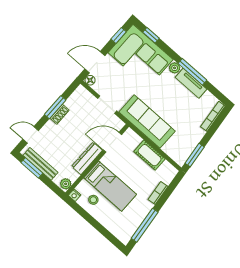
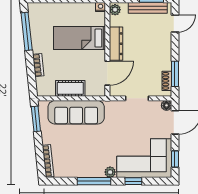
window: (151, 35) -> (133, 181), moved
tv unit: (191, 83) -> (87, 171), removed
window: (55, 107) -> (175, 74), moved
shoe rack: (60, 114) -> (167, 81), moved
sofa: (147, 122) -> (76, 112), moved
stool: (93, 200) -> (83, 16), removed

